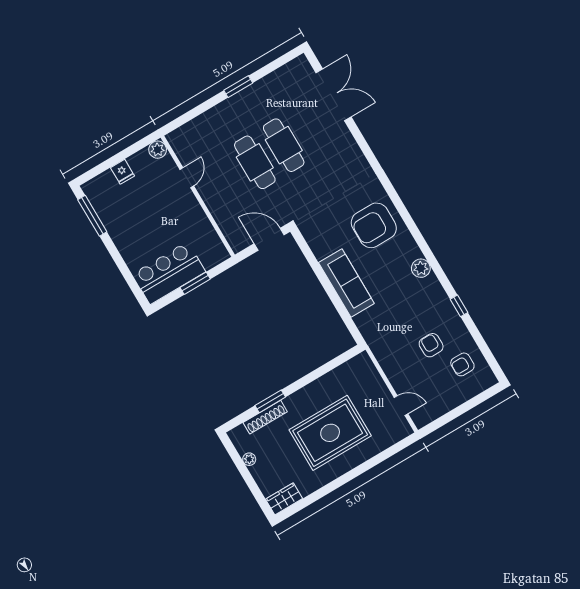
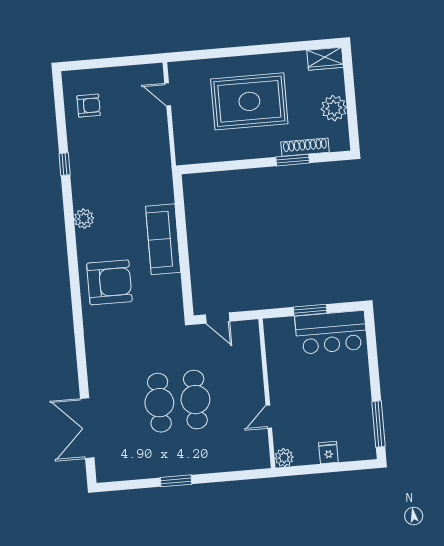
door: (269, 239) -> (218, 318), width x0.73
armchair: (431, 345) -> (110, 139), removed
plant: (249, 459) -> (334, 108), width x1.88, depth x1.88

